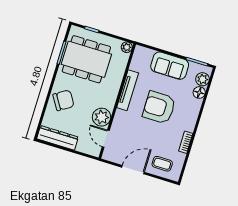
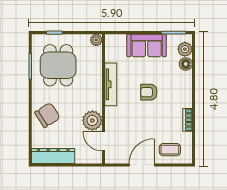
dining table: (86, 59) -> (58, 65), width x0.73
armchair: (159, 107) -> (149, 92), width x0.53, depth x0.53

